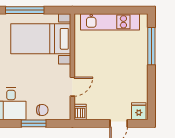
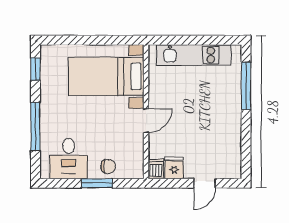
window: (25, 10) -> (86, 40), removed
door: (72, 87) -> (146, 120), moved
fridge: (139, 111) -> (174, 168), moved

